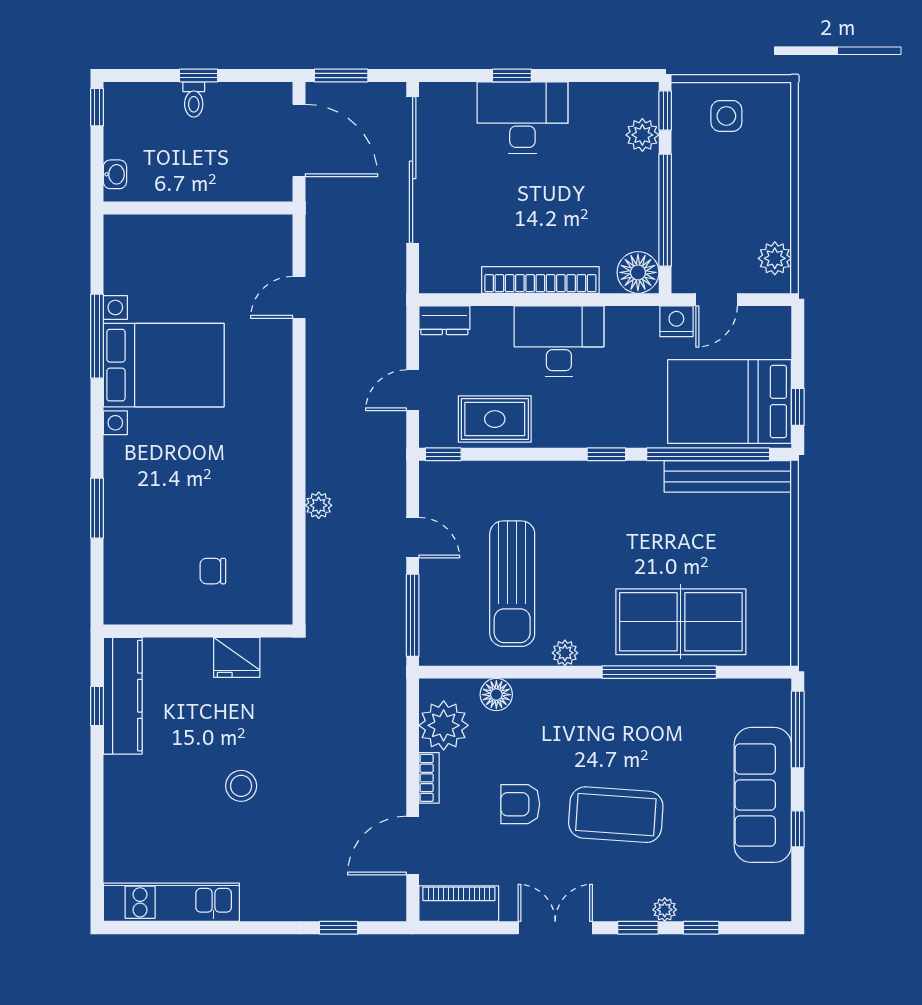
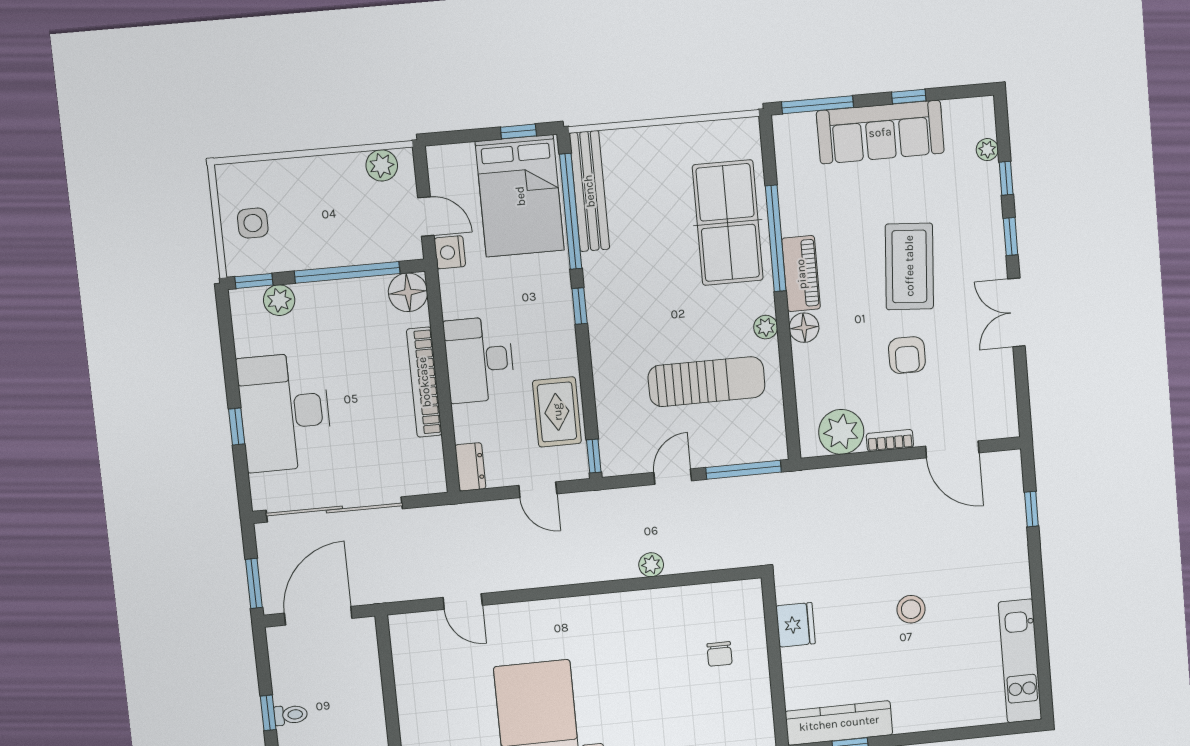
desk: (522, 117) -> (285, 412), width x1.36, depth x1.30
floor lamp: (496, 695) -> (804, 328), moved
piano: (459, 904) -> (801, 274), moved, turned 180
plant: (665, 910) -> (987, 150), moved

